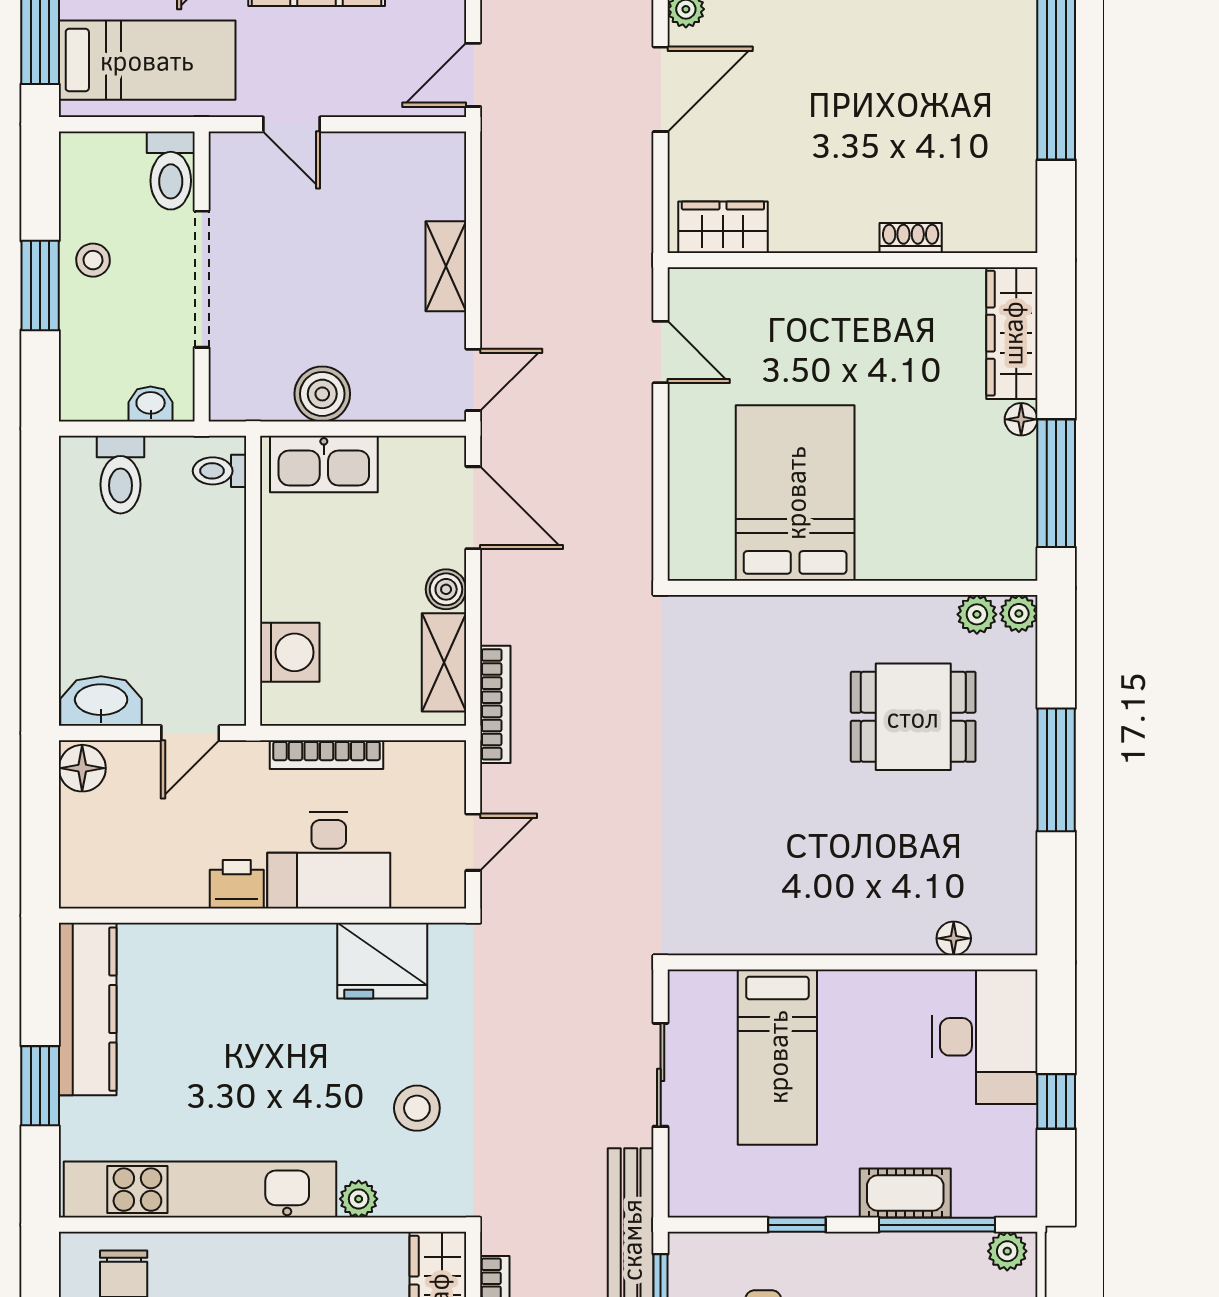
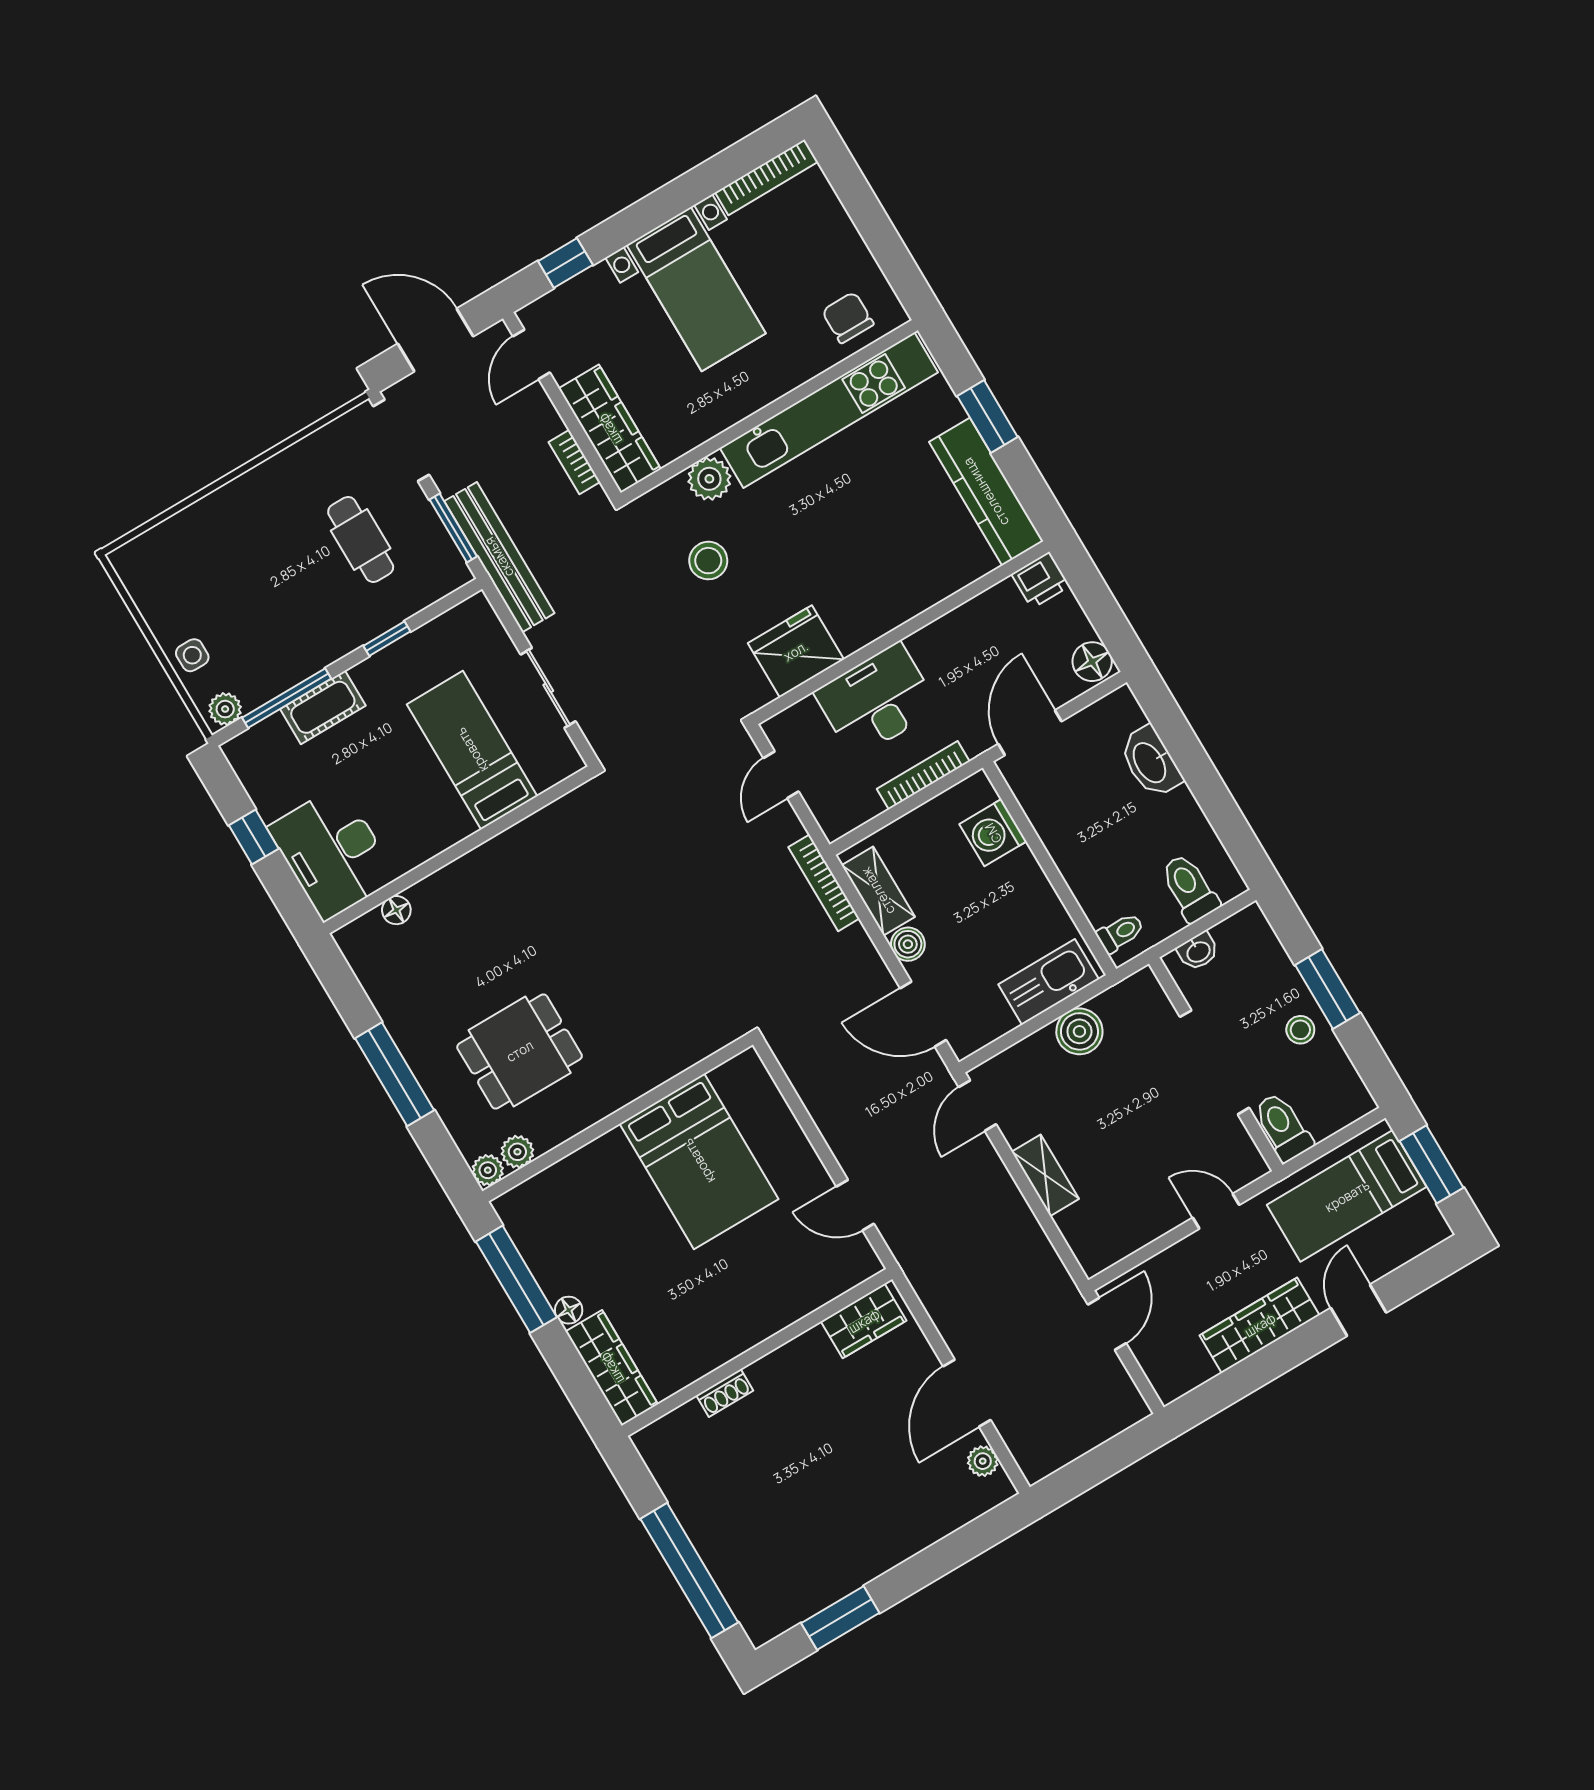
washbasin: (101, 701) -> (1150, 762), moved, turned 90
door: (190, 733) -> (1030, 733), width x1.38
printer: (237, 884) -> (1040, 580), moved
plant: (359, 1199) -> (709, 479), width x1.38, depth x1.38

